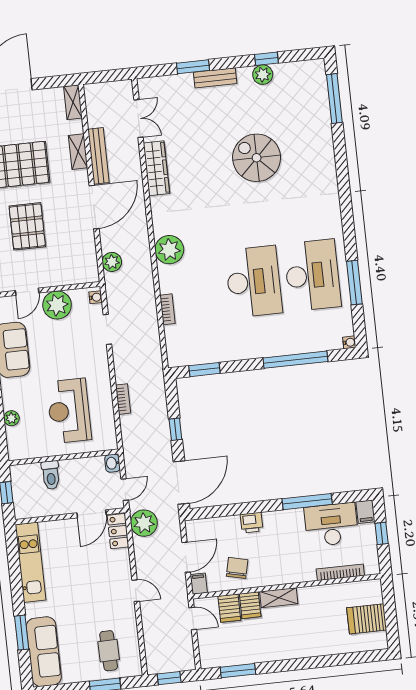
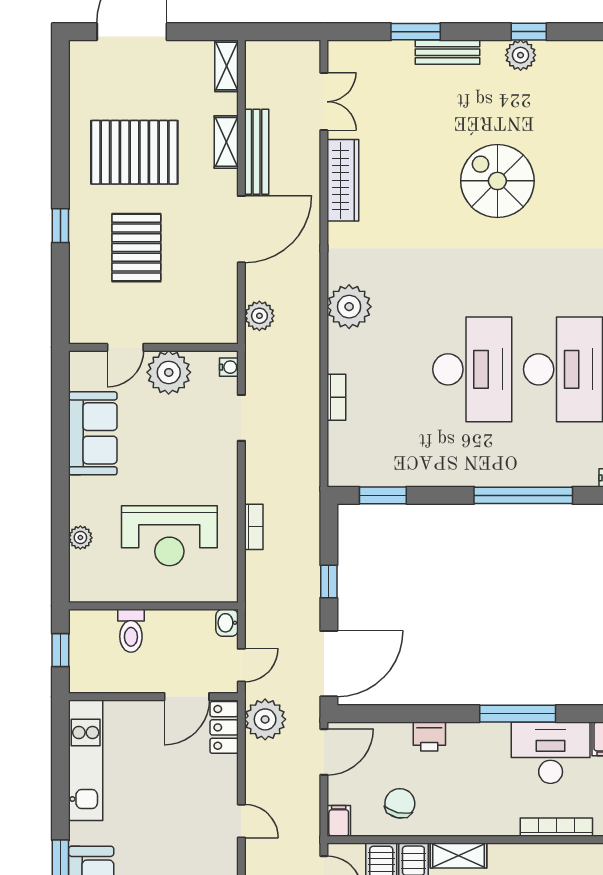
reception desk: (69, 411) -> (169, 536), turned -90
door: (186, 557) -> (324, 752), moved

